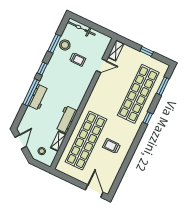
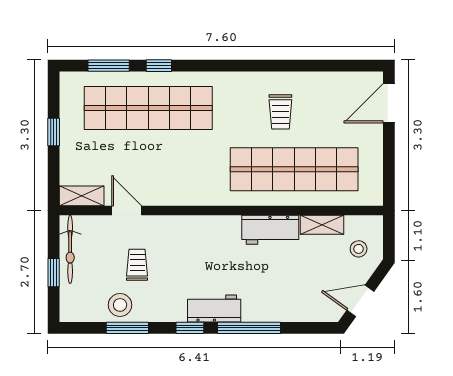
window: (90, 25) -> (54, 273), added
bicycle: (81, 28) -> (70, 249), moved
workbench: (38, 97) -> (214, 308), moved
window: (148, 118) -> (159, 66), moved

